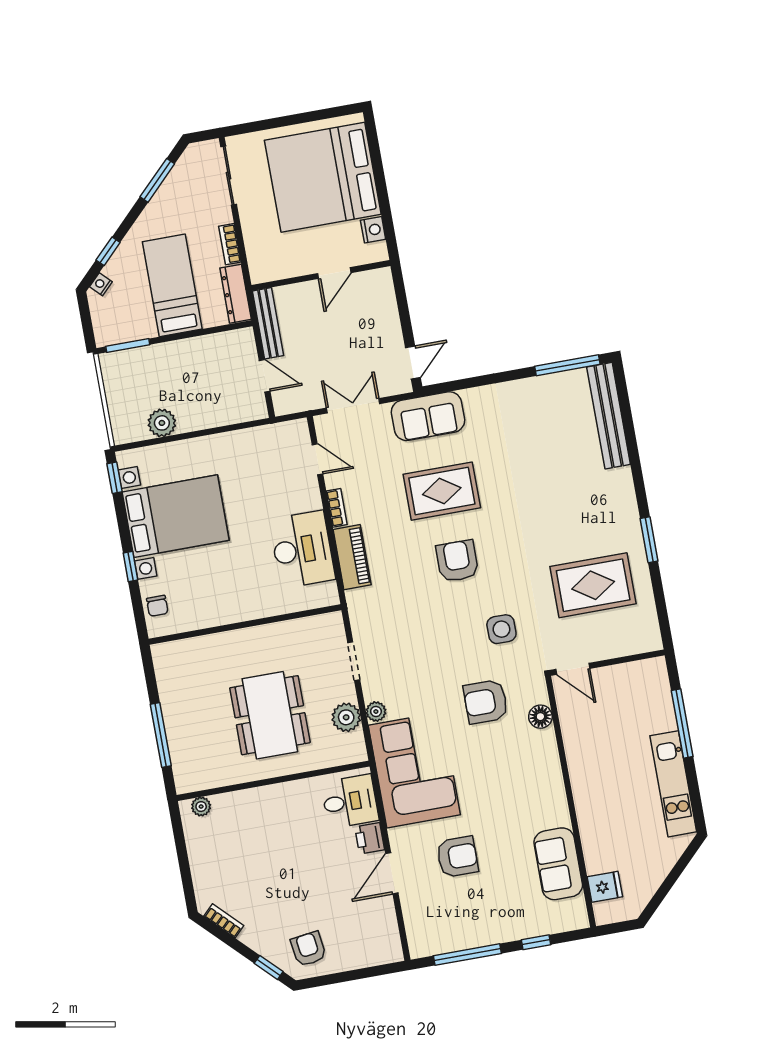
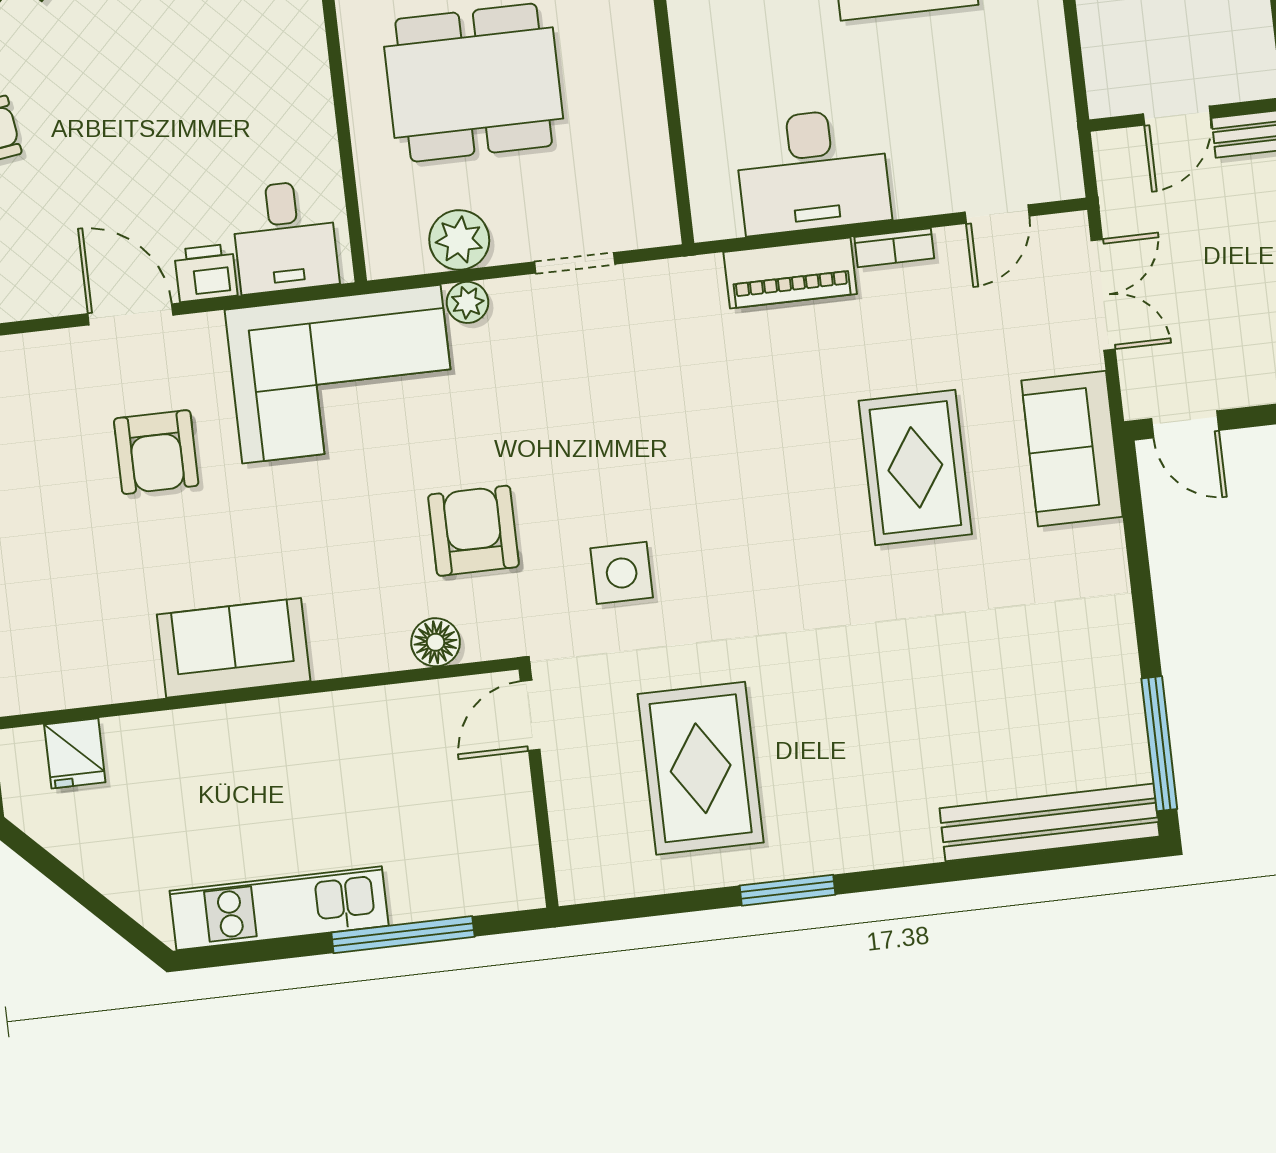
armchair: (457, 561) -> (768, 490), removed
sofa: (558, 864) -> (234, 648), moved

